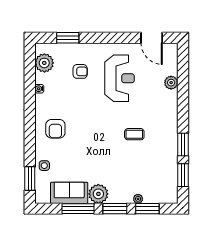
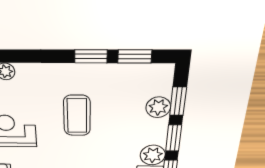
coffee table: (134, 134) -> (77, 116), width x1.86, depth x1.72
plant: (138, 199) -> (158, 107), width x1.87, depth x1.87

